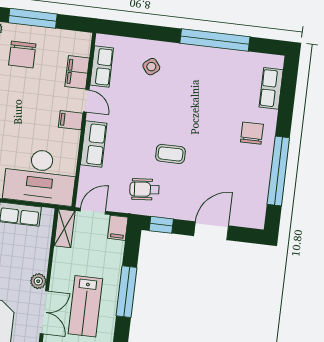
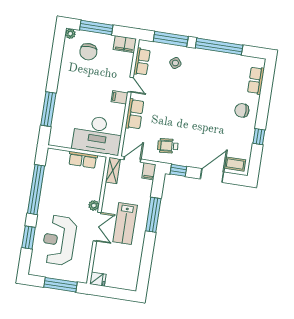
window: (143, 31) -> (171, 39), added
filing cabinet: (77, 72) -> (125, 44), moved, turned -90
chair: (252, 133) -> (242, 110), turned -90
coffee table: (170, 154) -> (235, 164), moved
window: (278, 171) -> (259, 137), width x0.32

